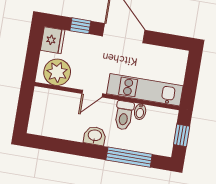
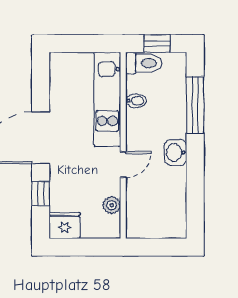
plant: (57, 72) -> (112, 205), width x0.53, depth x0.53
door: (92, 94) -> (123, 165), hinge flipped
toilet: (124, 115) -> (144, 63), moved

